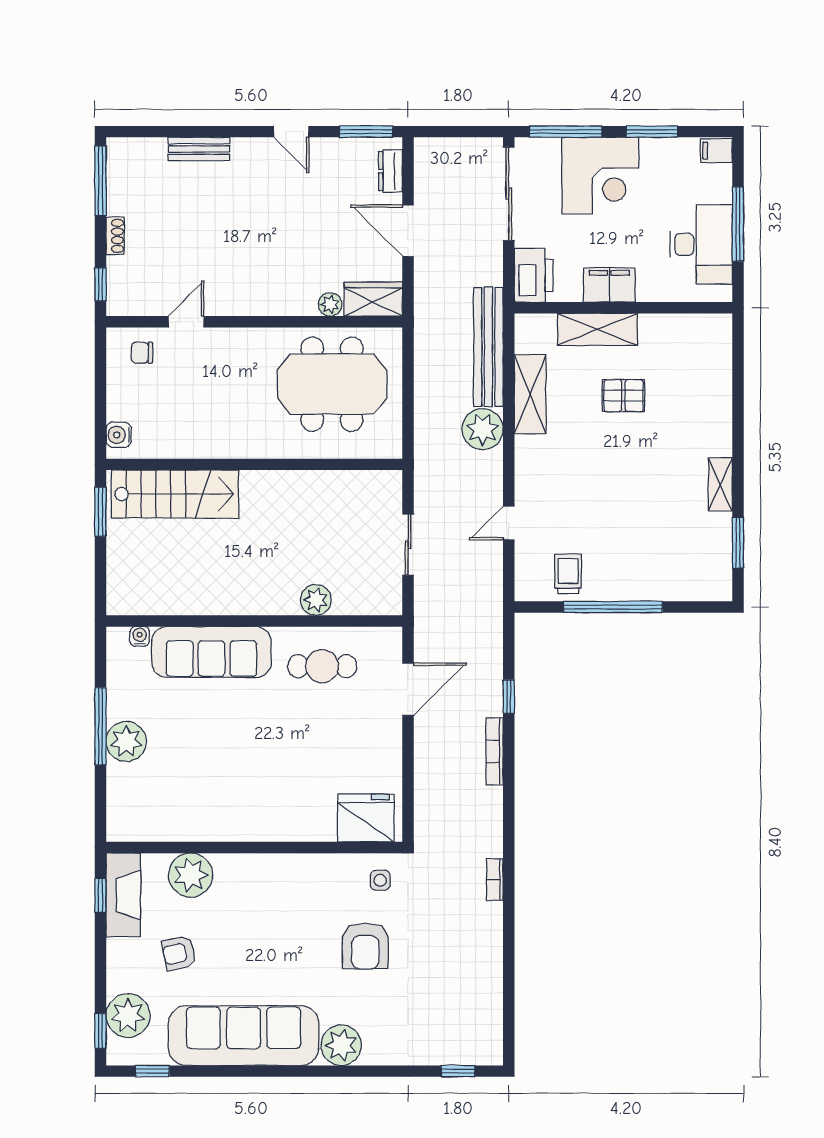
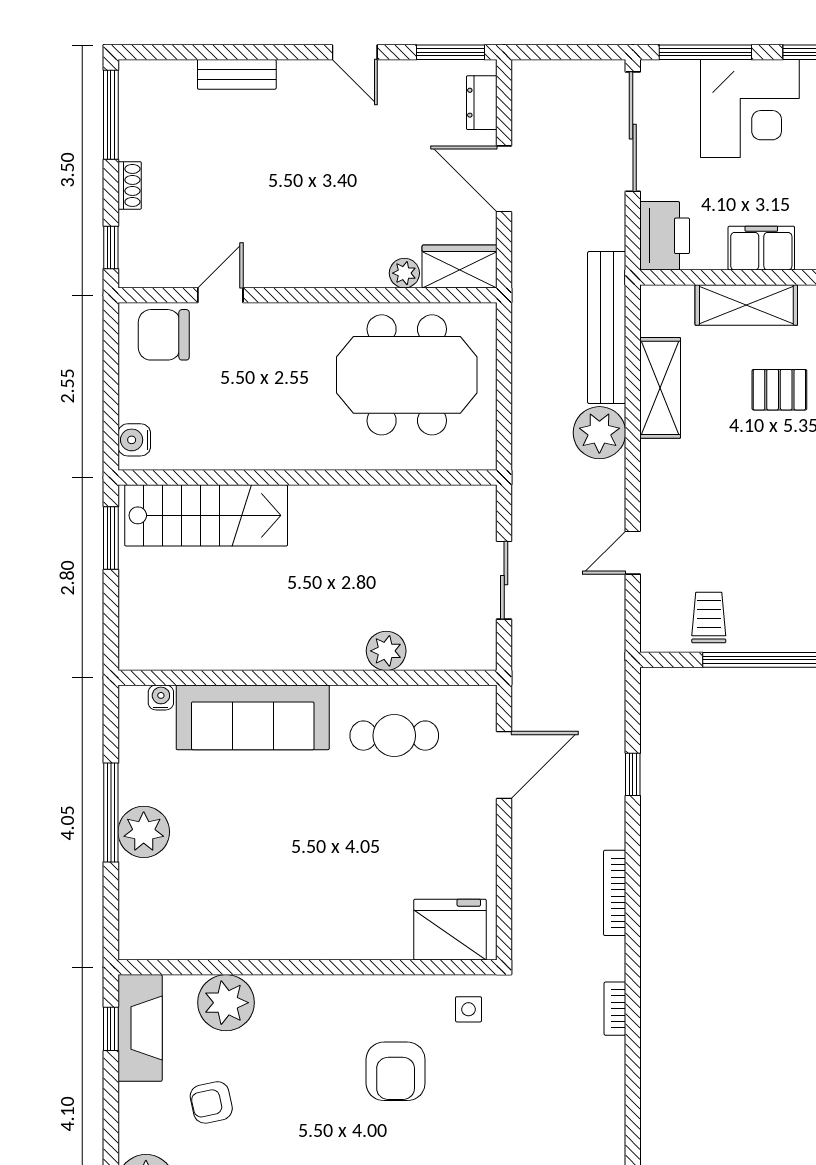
chair: (142, 353) -> (164, 335), width x1.87, depth x1.87
bookcase: (495, 751) -> (615, 893), moved
armchair: (365, 946) -> (396, 1071), moved

